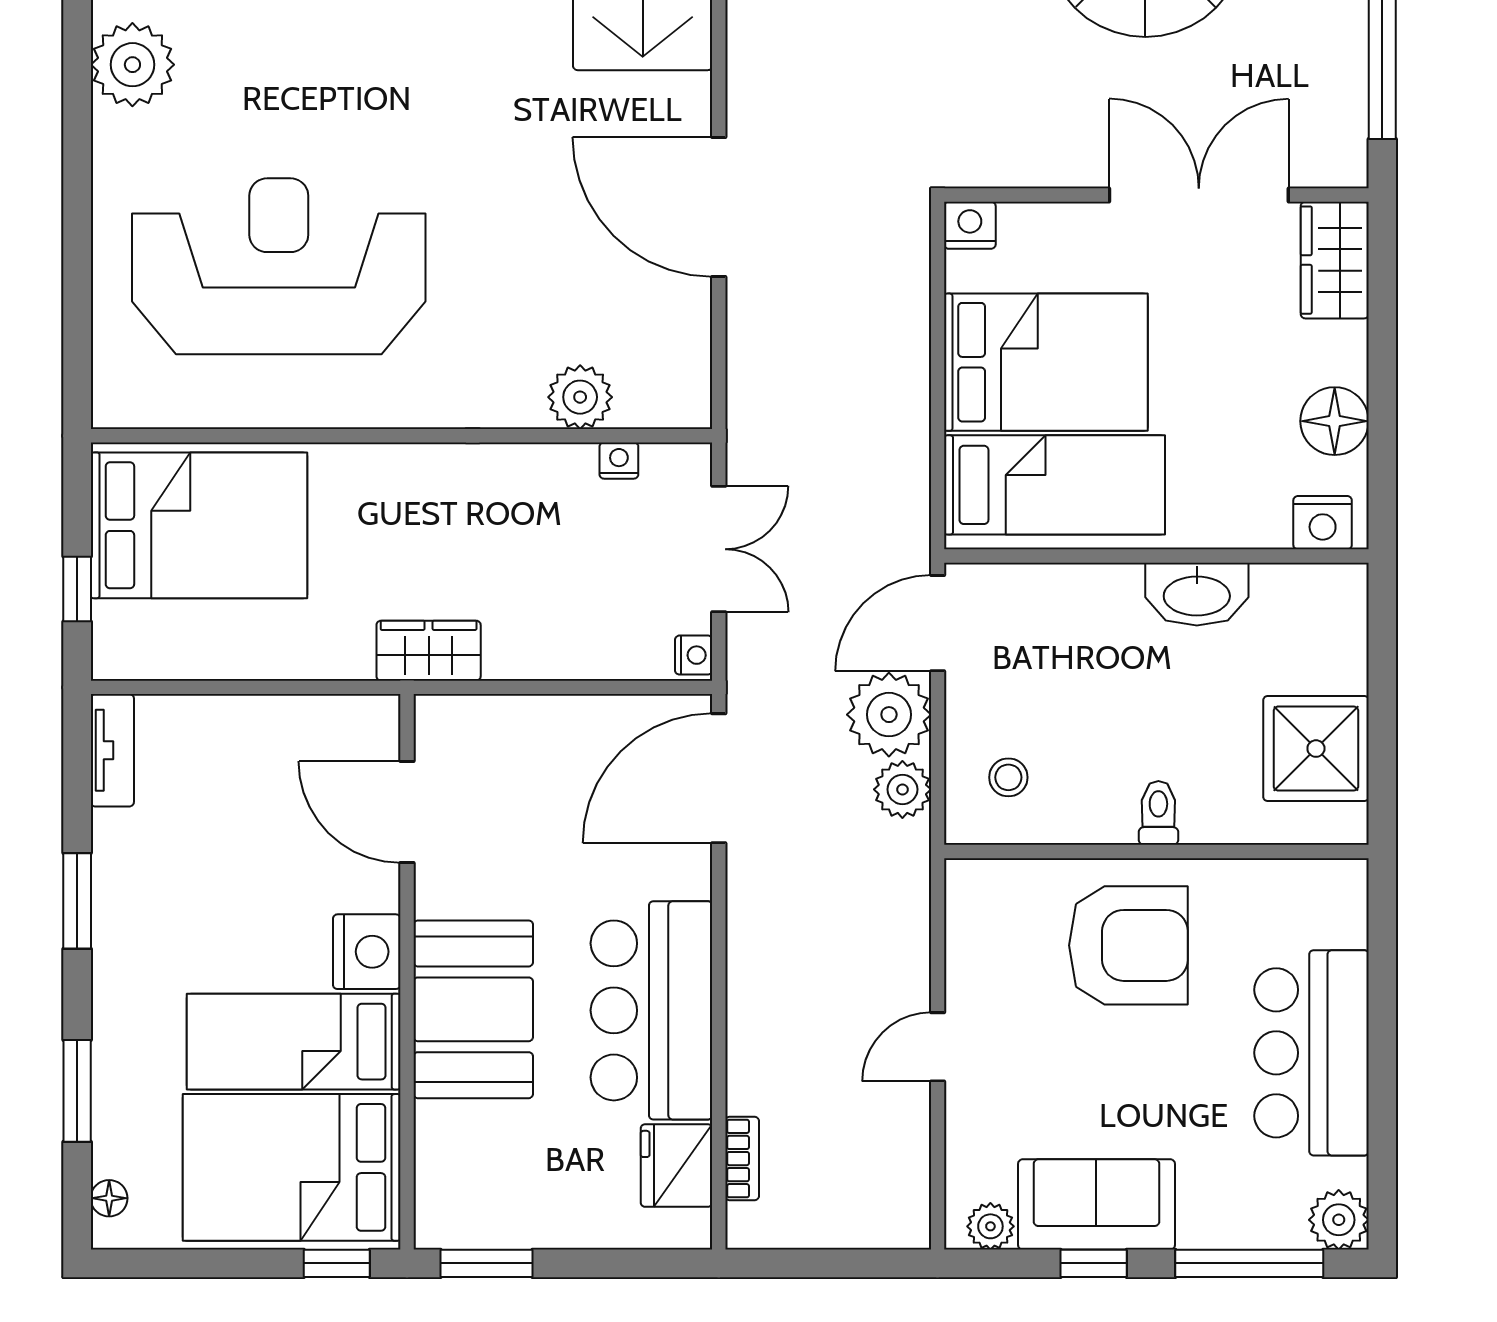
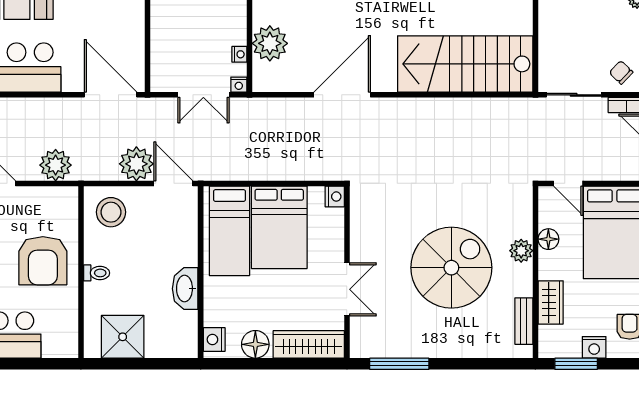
double door: (1199, 195) -> (347, 289), width x0.73
wardrobe: (1335, 260) -> (309, 344), width x1.50
plant: (580, 397) -> (270, 43), width x1.36, depth x1.36
nightstand: (694, 655) -> (239, 85), moved
stool: (1008, 777) -> (111, 212), width x1.89, depth x1.89
plant: (902, 789) -> (56, 165), moved, width x1.36, depth x1.36

